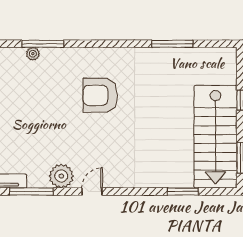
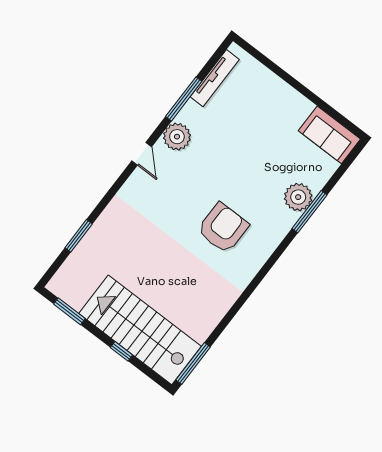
window: (172, 44) -> (193, 363), moved
plant: (33, 54) -> (298, 197), width x1.88, depth x1.88
stairs: (215, 137) -> (140, 330), moved

